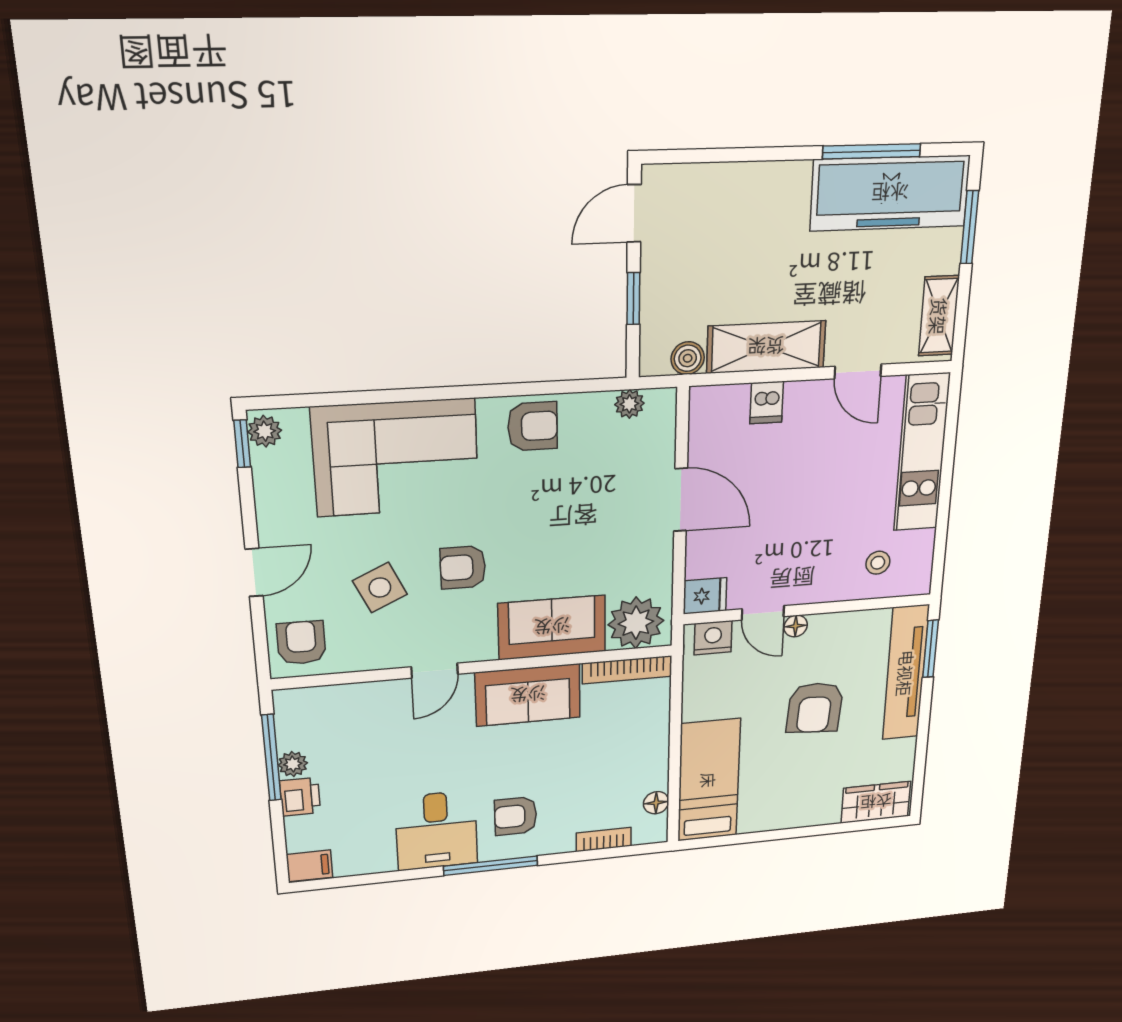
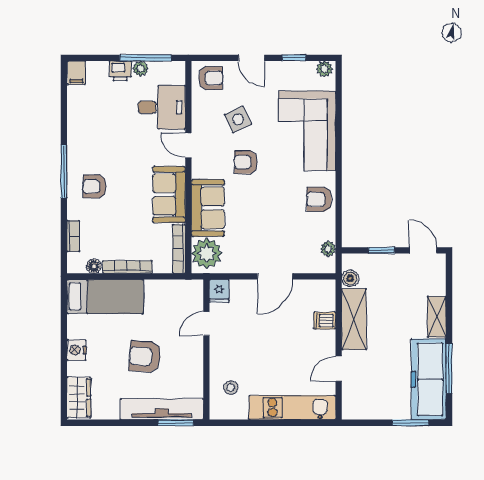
shelving: (939, 316) -> (437, 317), moved, turned 90
armchair: (533, 426) -> (319, 199), turned 90
window: (242, 444) -> (294, 58), moved
armchair: (463, 567) -> (246, 162), turned -90
floor lamp: (796, 626) -> (197, 343), removed
nightstand: (713, 638) -> (76, 350), moved, turned 180
bookcase: (659, 750) -> (127, 267), added
armchair: (516, 816) -> (95, 186), turned -90
desk: (436, 830) -> (162, 107), moved, turned 180

